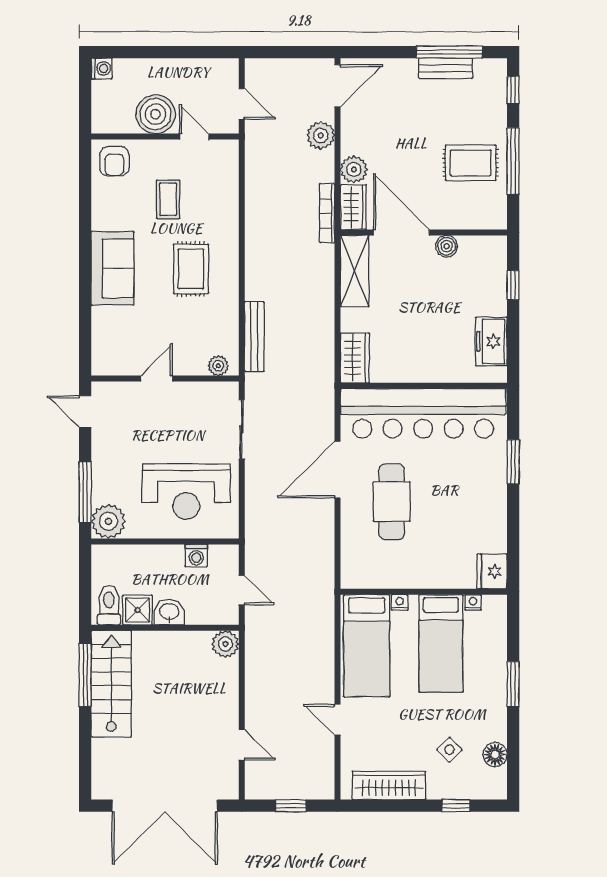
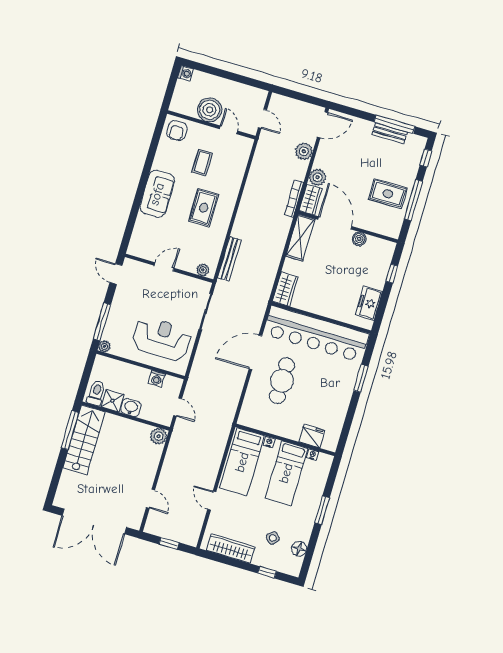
reception desk: (186, 491) -> (162, 339), turned 180
plant: (108, 521) -> (104, 346), width x0.53, depth x0.53
fridge: (492, 571) -> (312, 436), moved, turned 90

